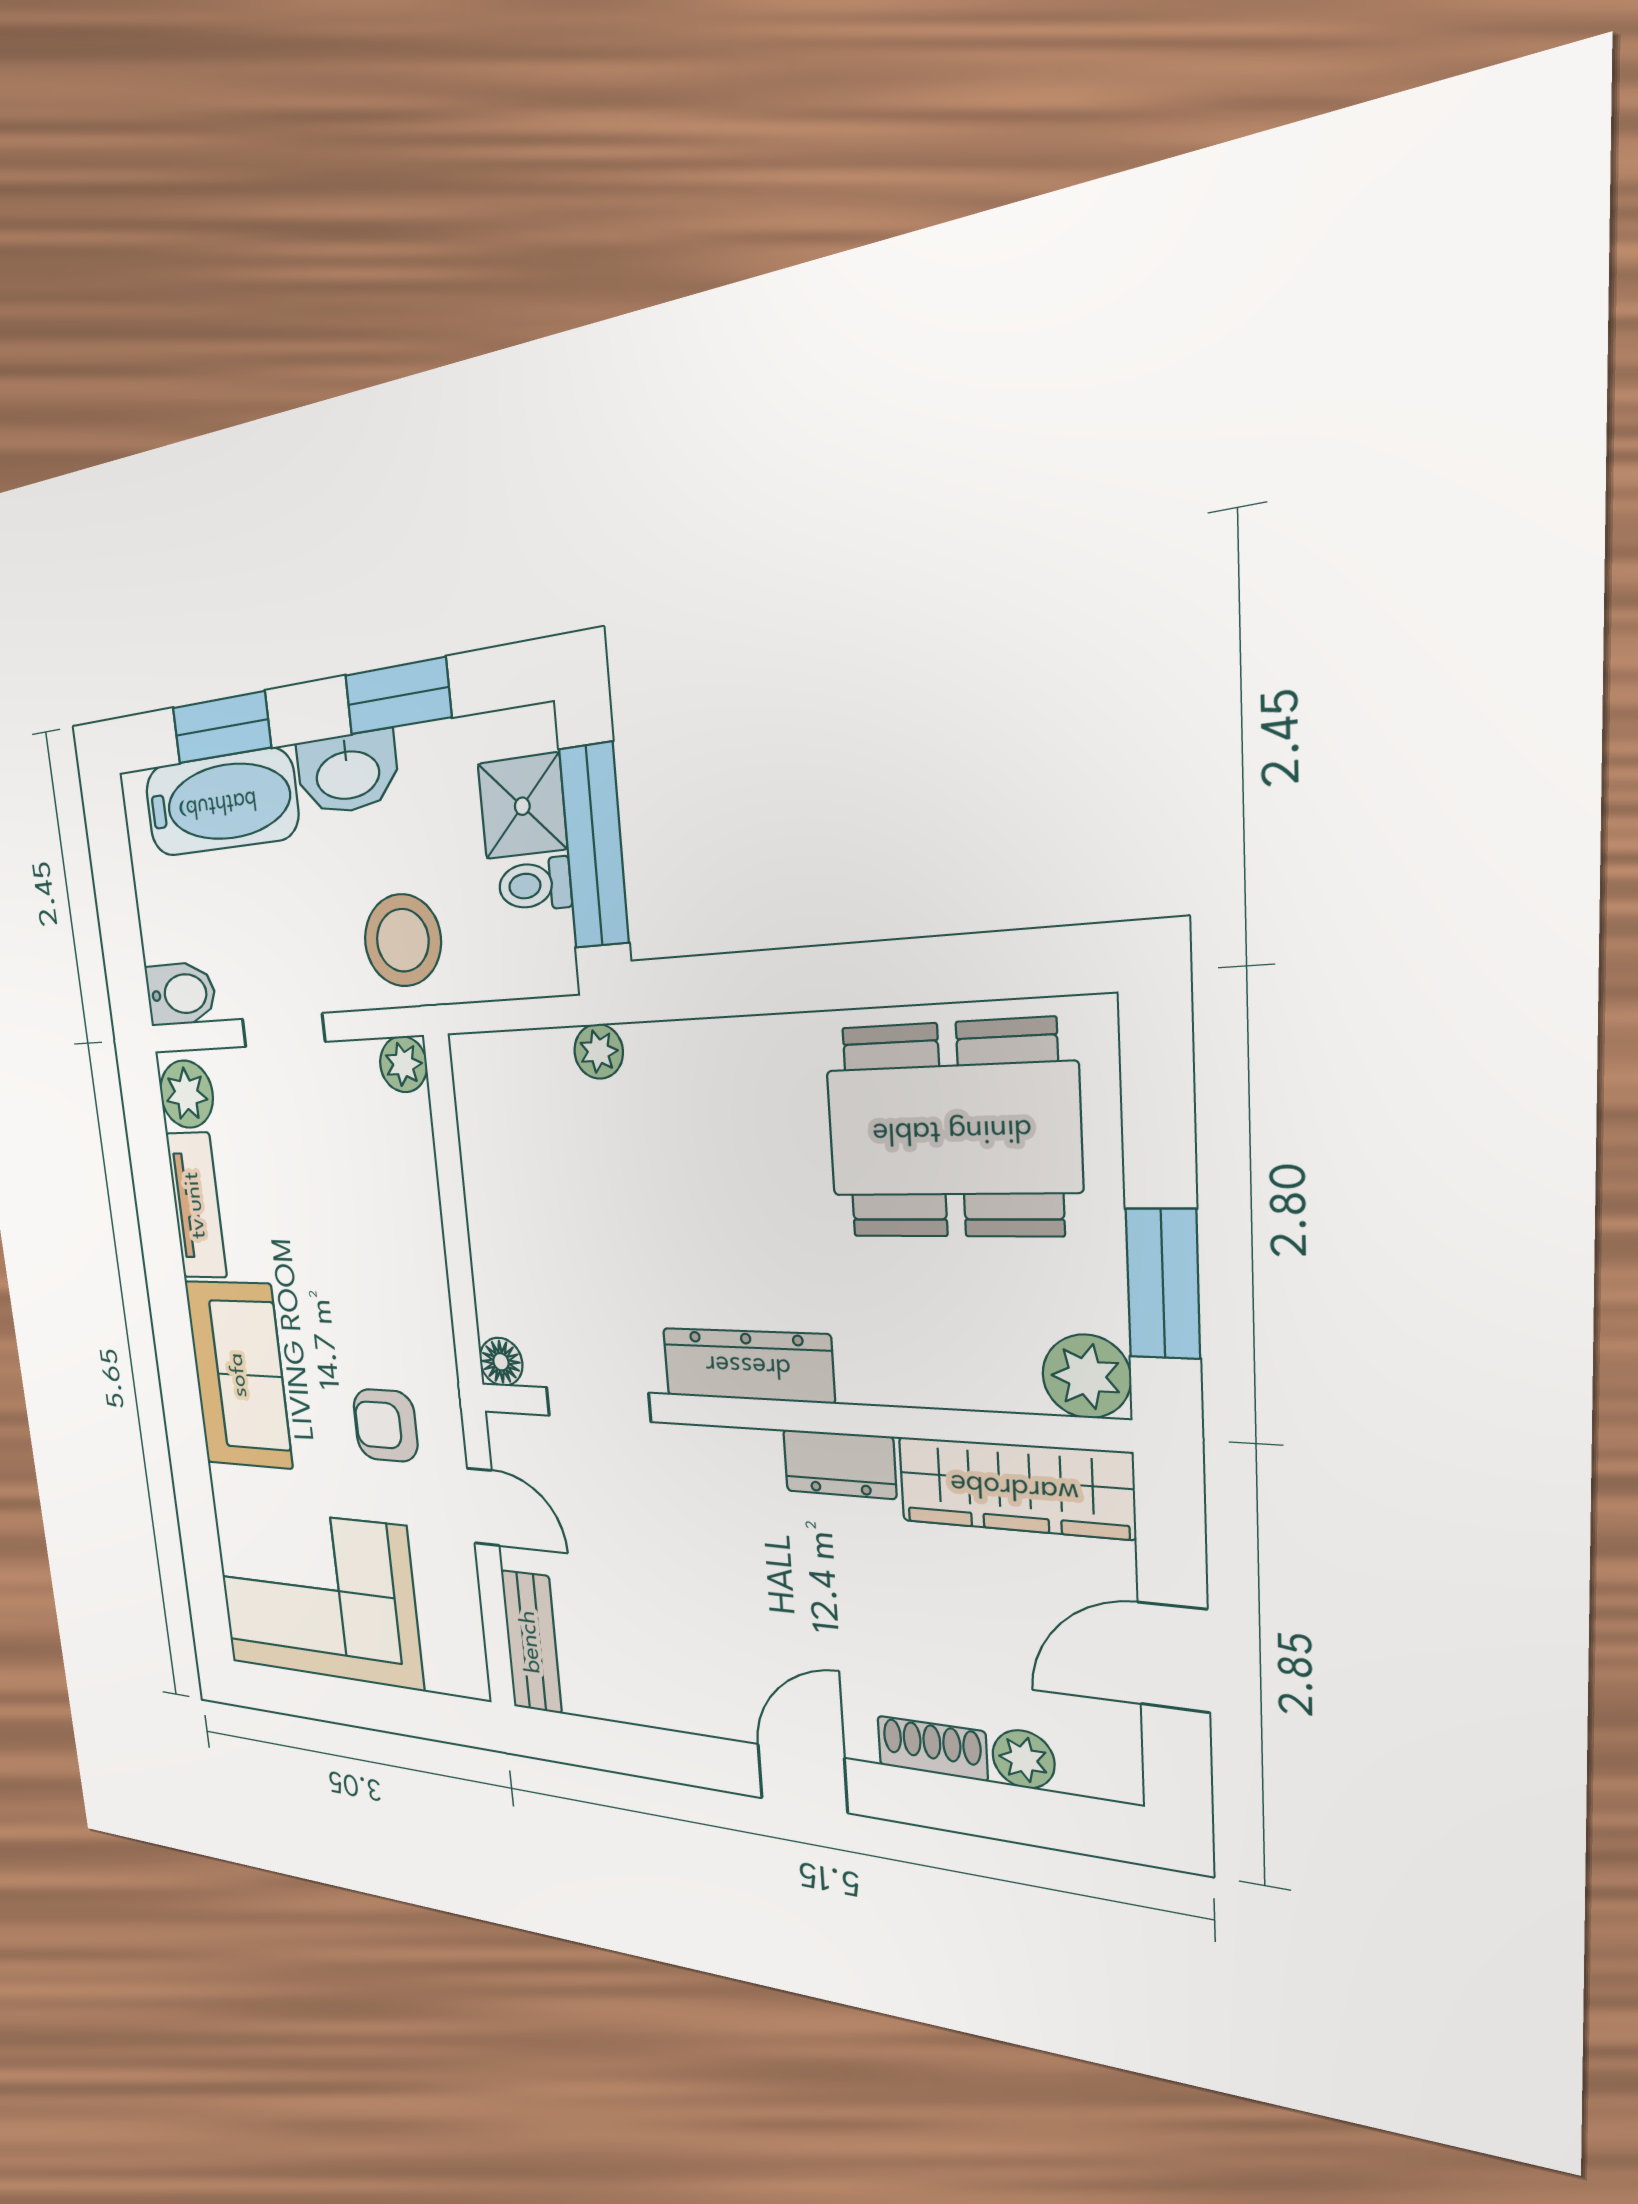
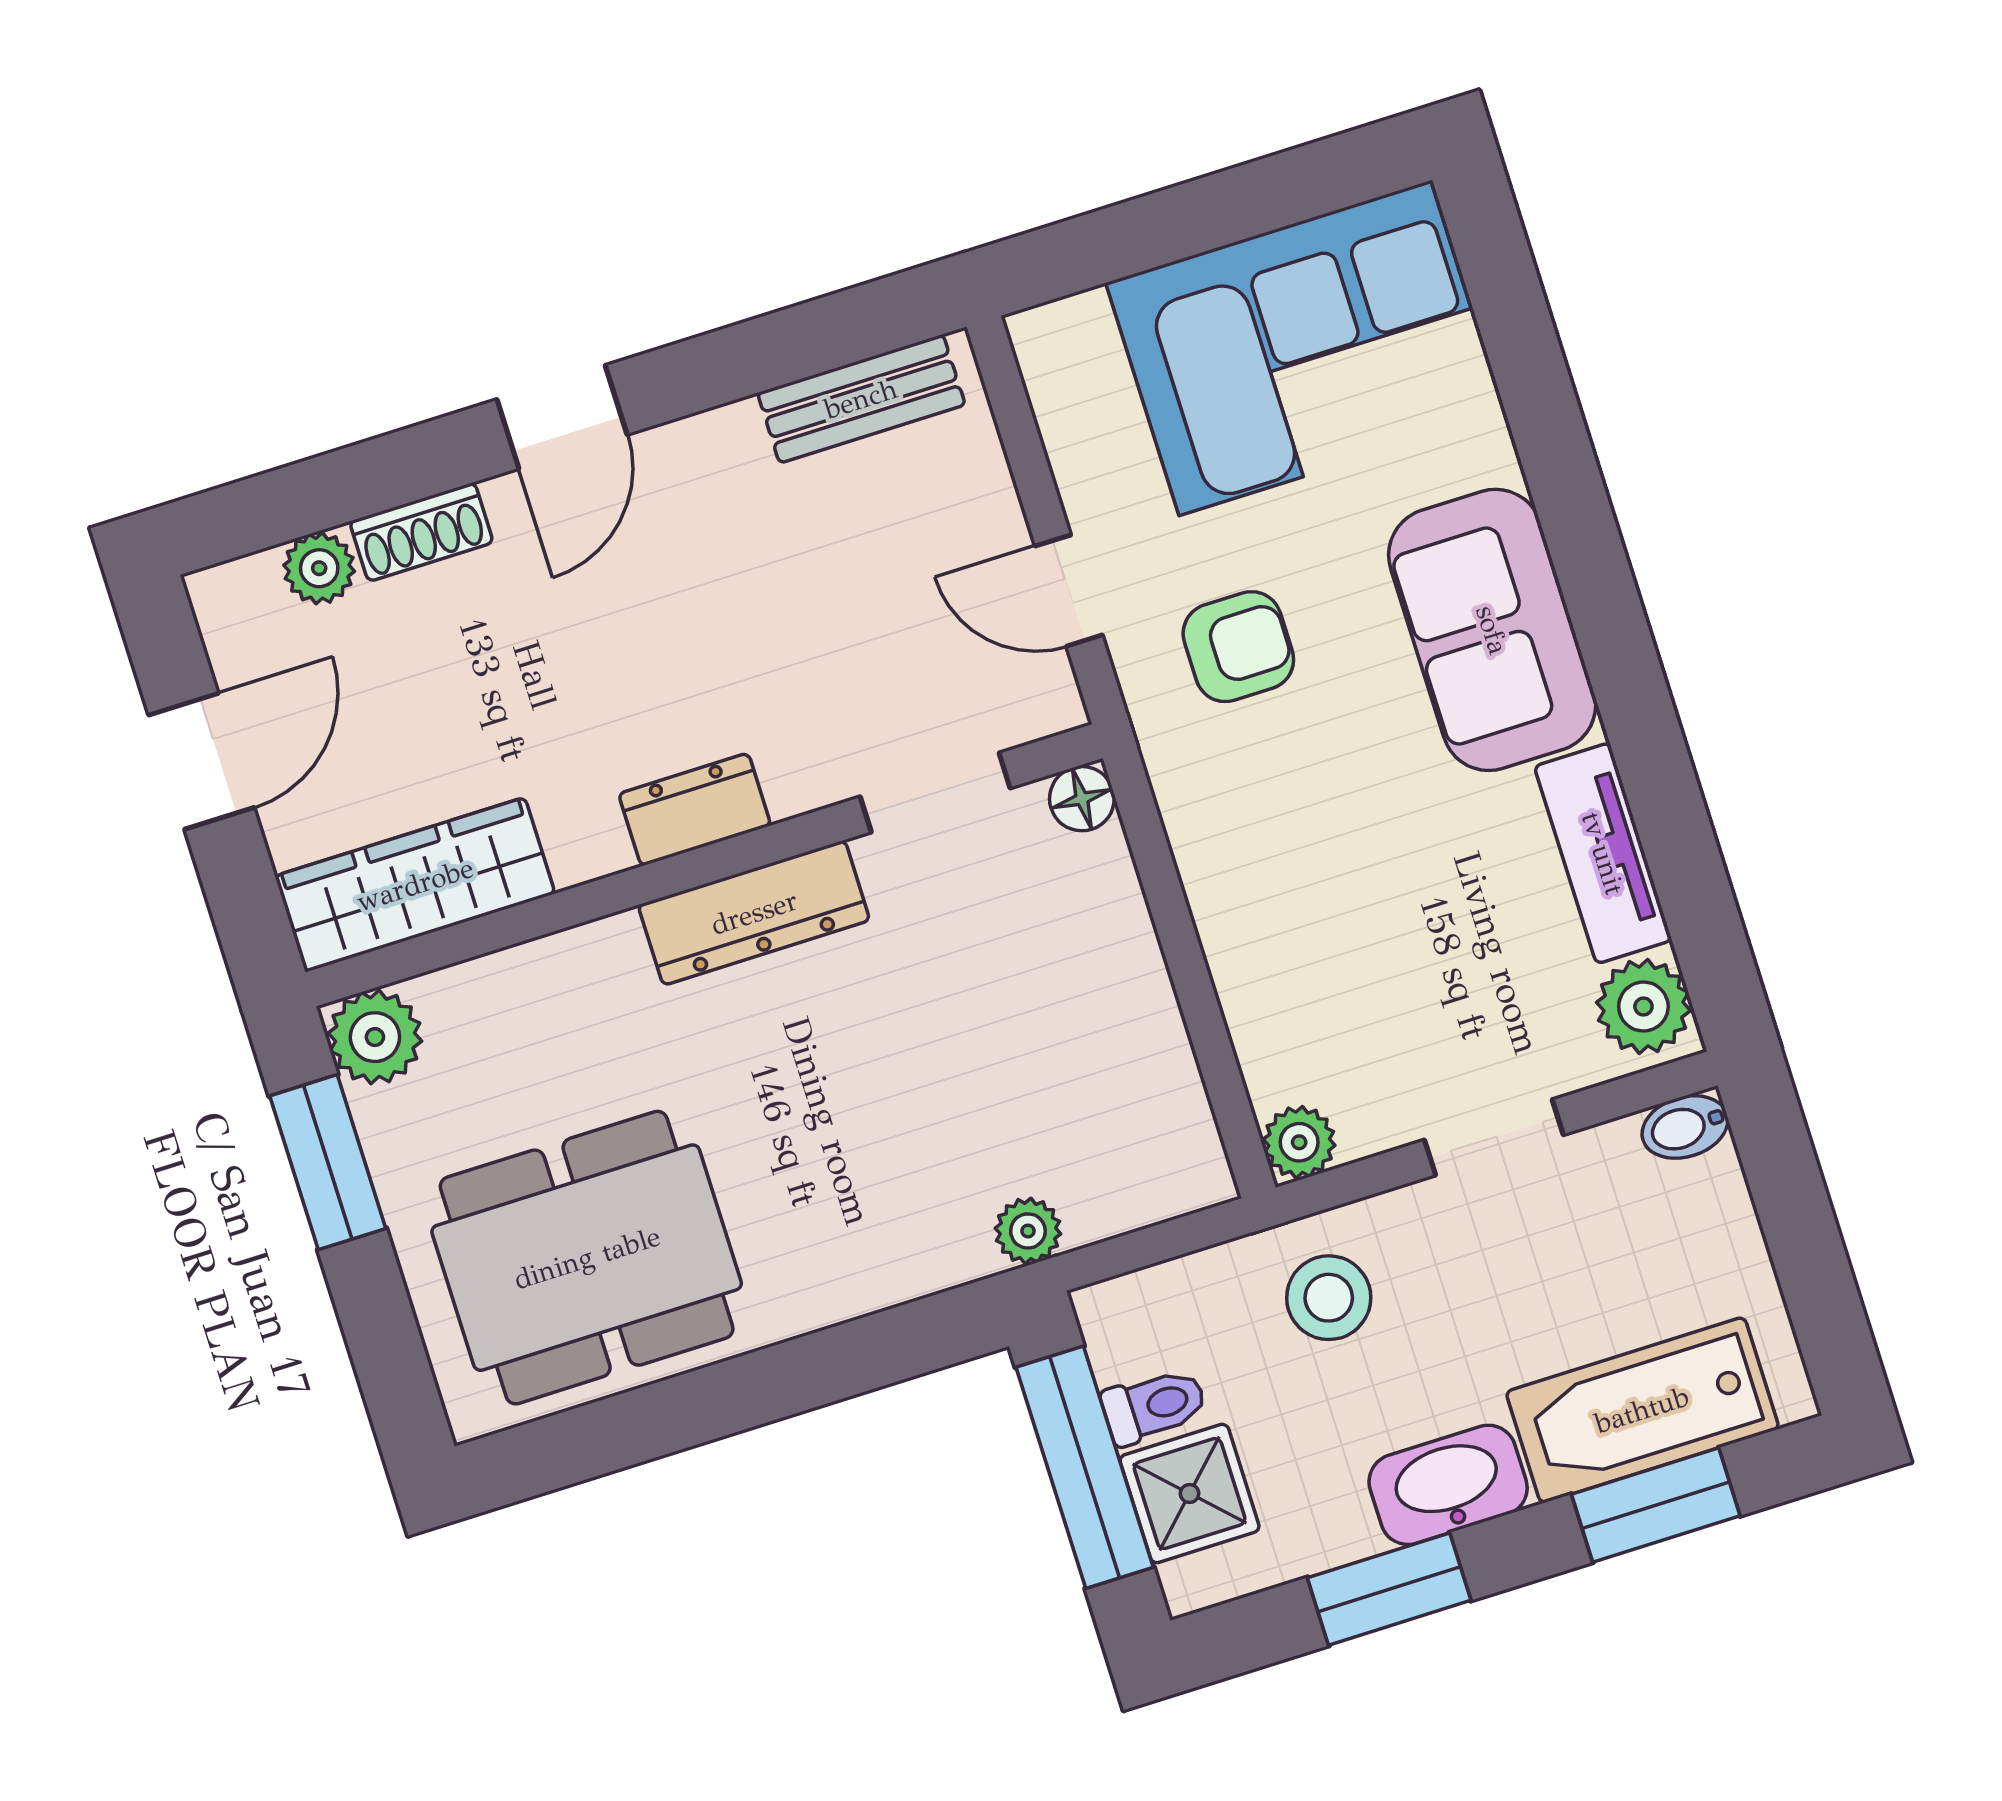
stool: (403, 940) -> (1329, 1298), width x0.73, depth x0.73
bidet: (181, 994) -> (1685, 1127), width x0.72, depth x0.74
dresser: (839, 1464) -> (695, 810), moved
bench: (531, 1642) -> (861, 399), moved, turned 90

